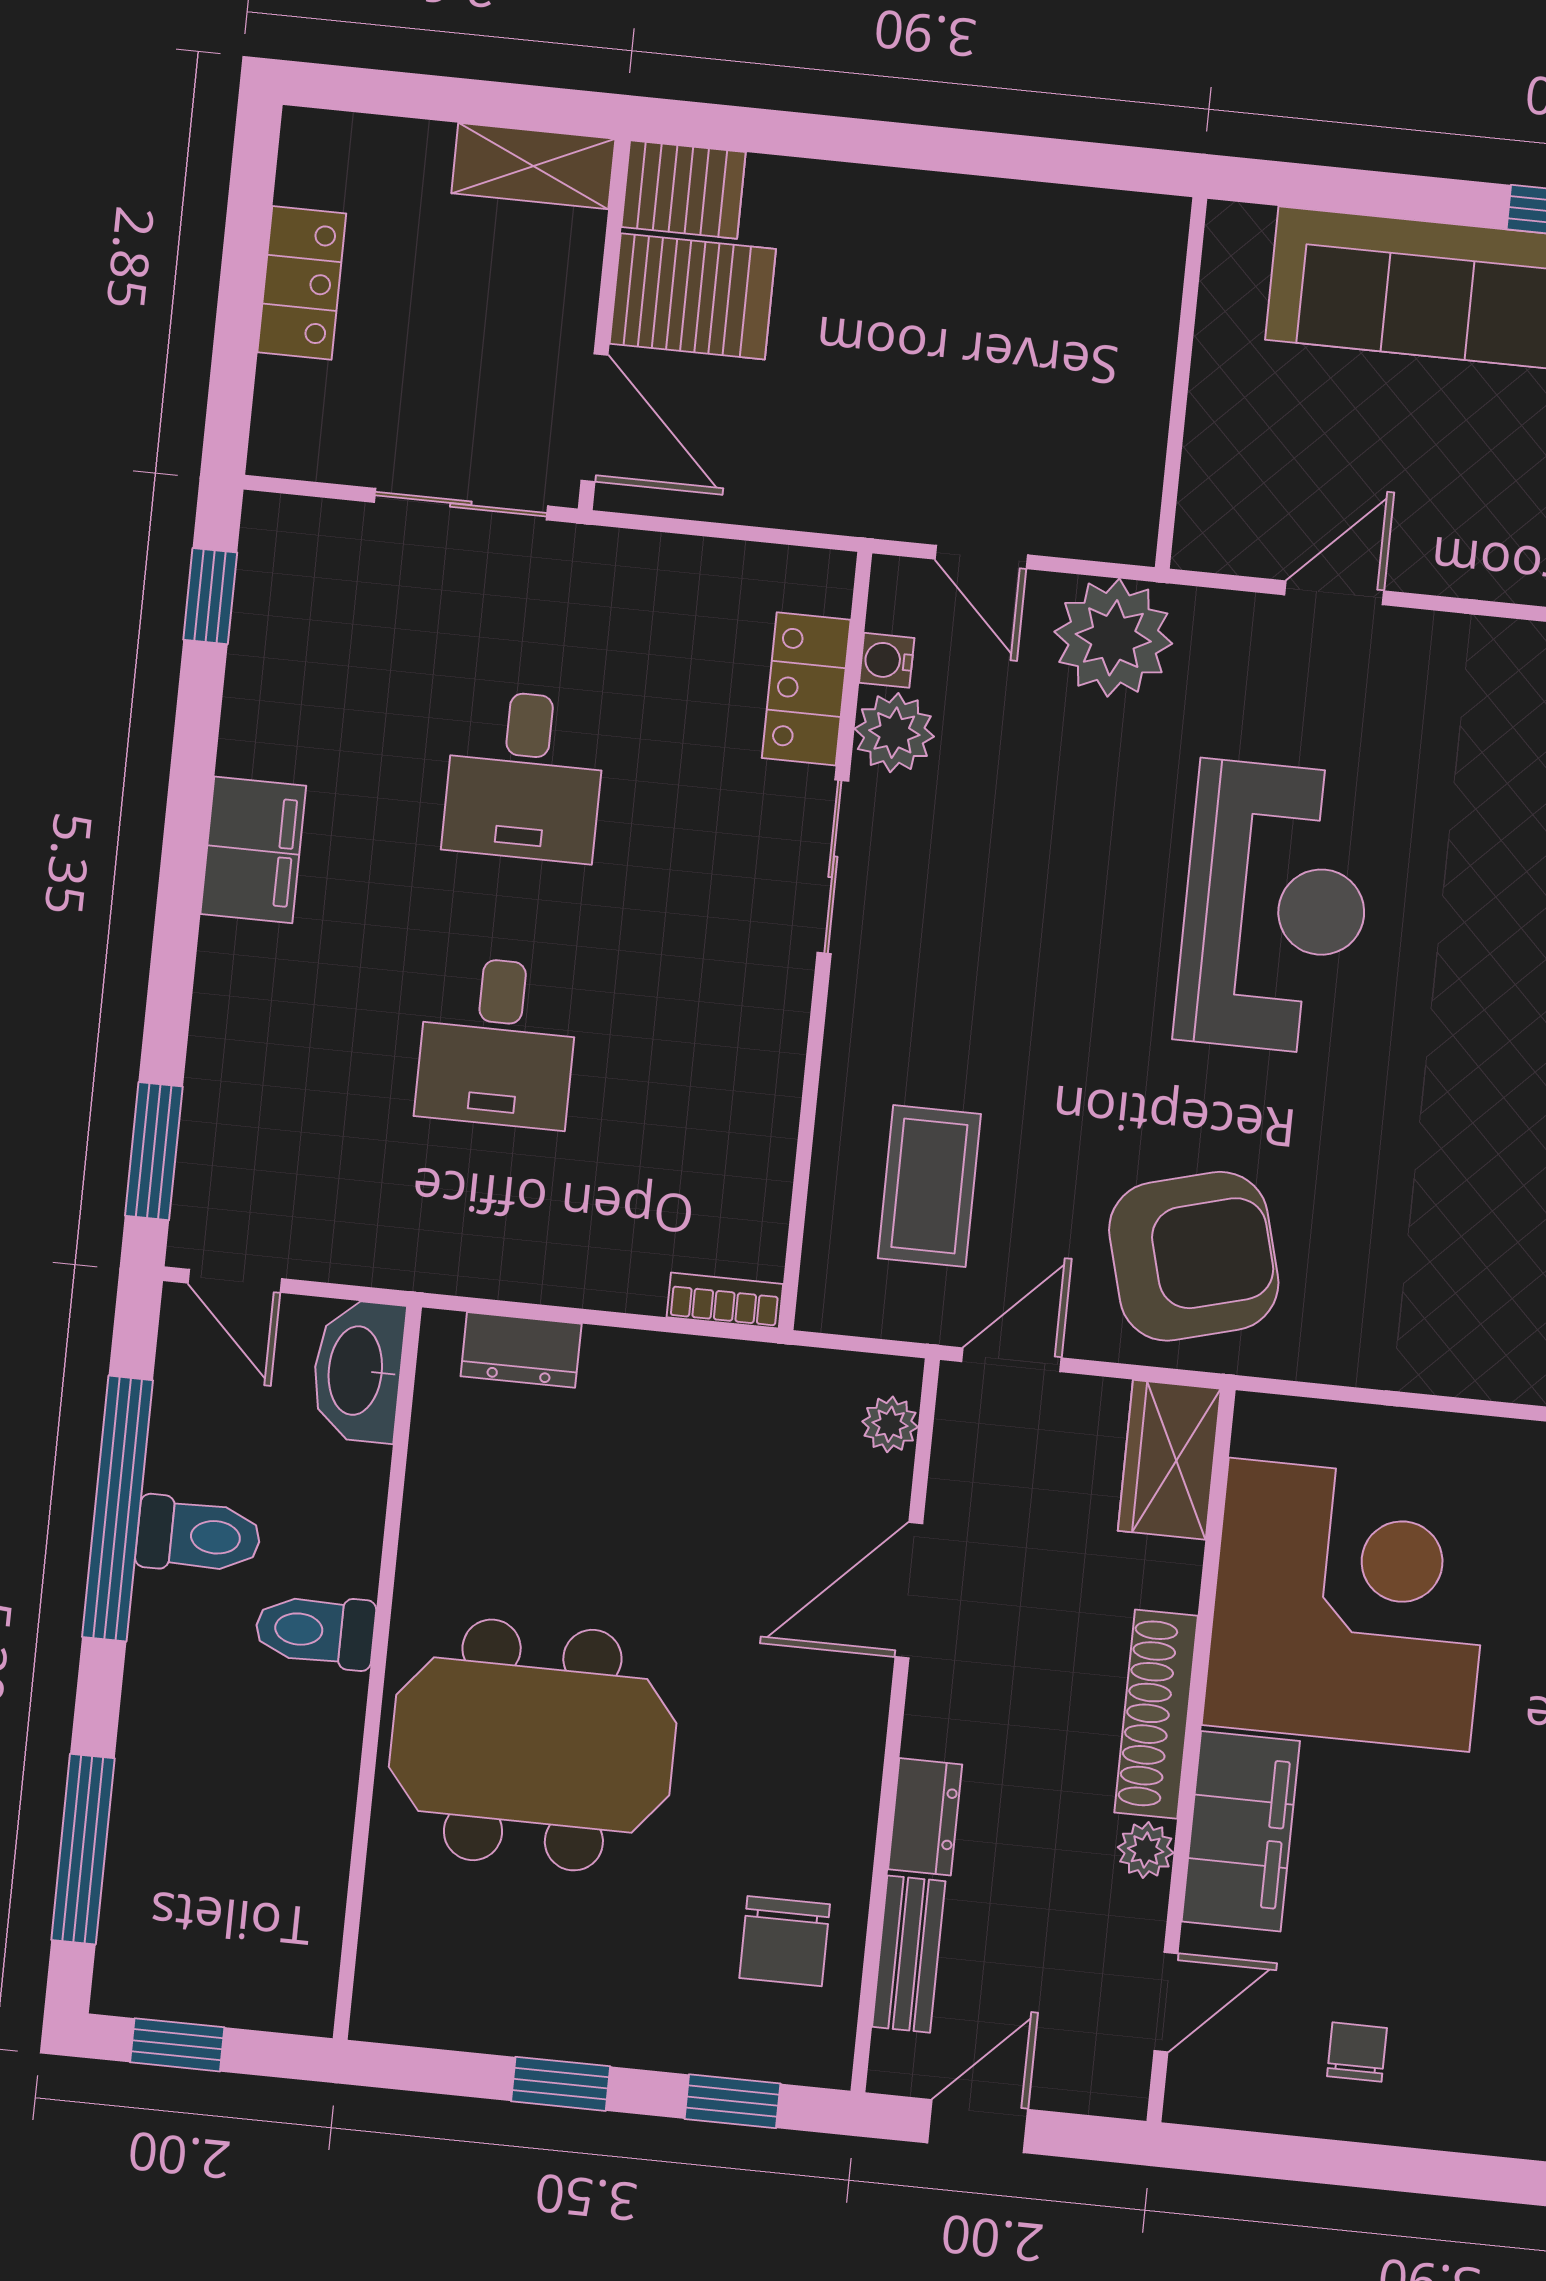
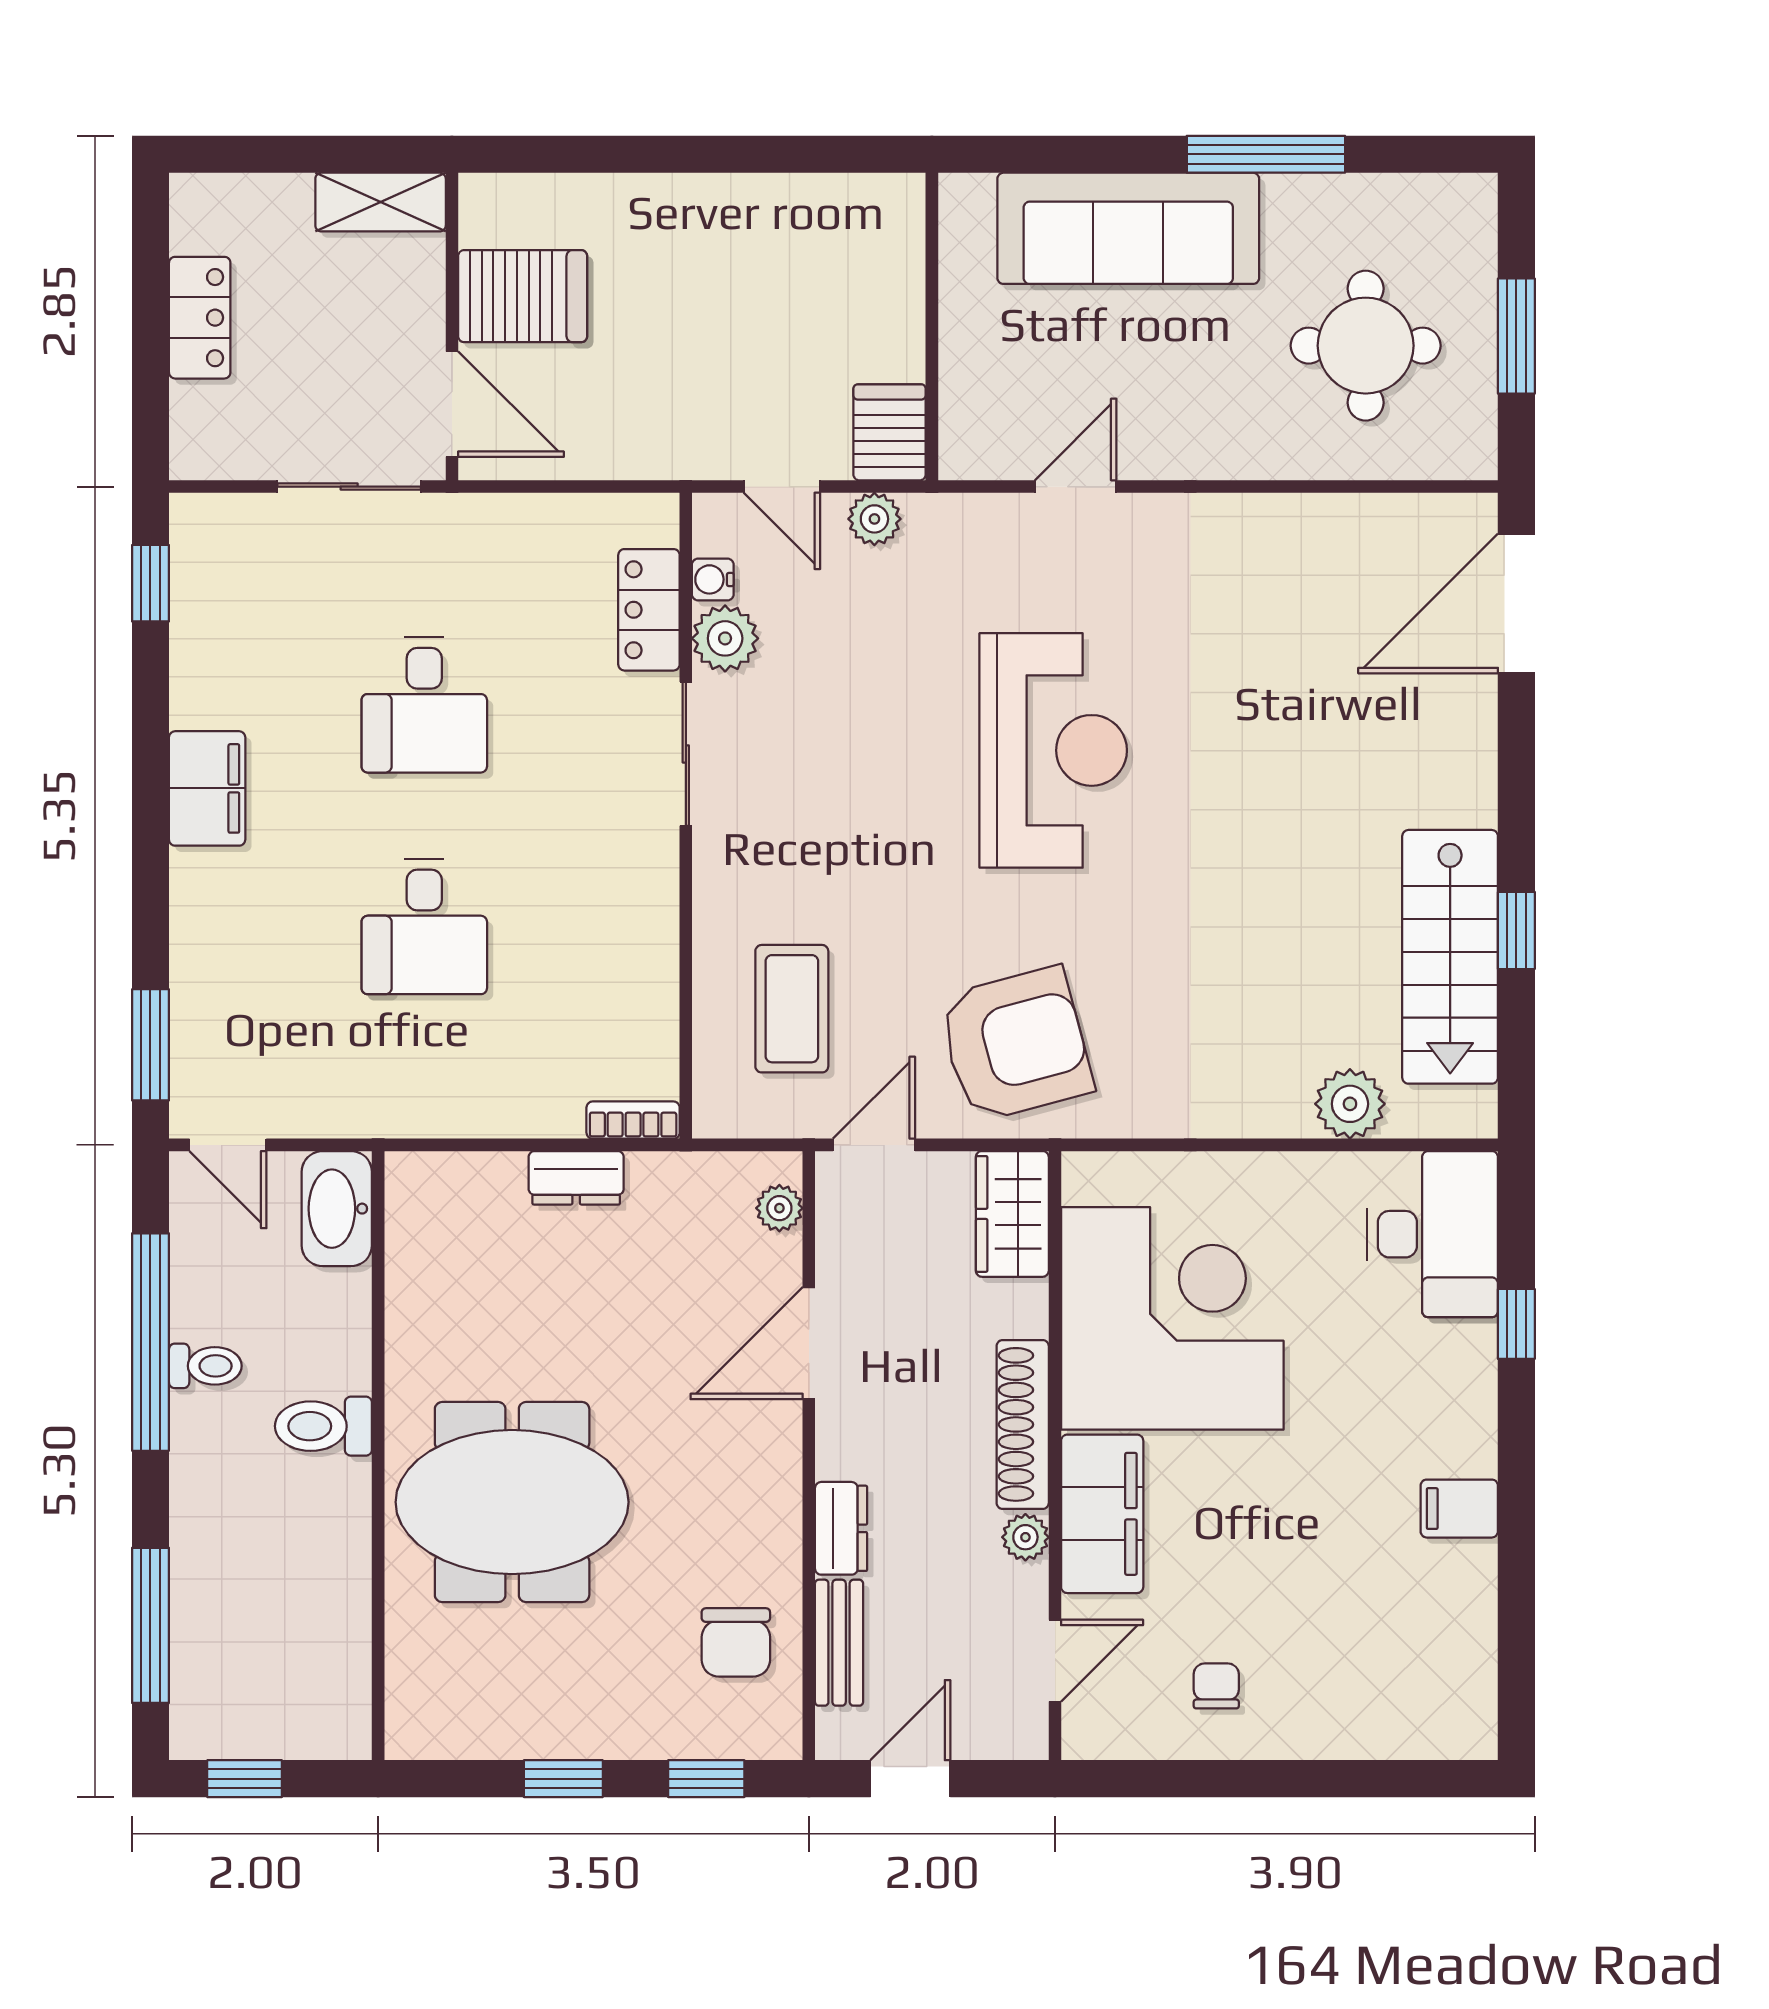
server rack: (684, 190) -> (890, 432), moved, turned -90
plant: (1113, 638) -> (874, 519), width x0.53, depth x0.53
dresser: (521, 1350) -> (576, 1178), moved
toilet: (198, 1536) -> (205, 1366), width x0.73, depth x0.72

